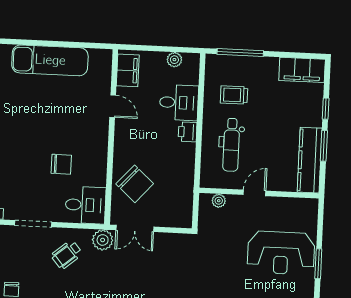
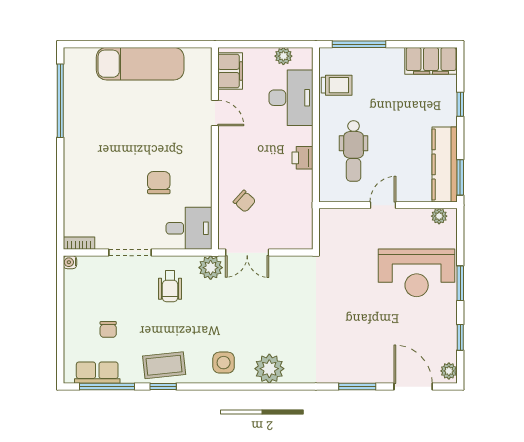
trolley: (234, 95) -> (337, 85), moved, turned 180
desk: (179, 103) -> (291, 98), width x1.37
printer: (188, 132) -> (302, 158), moved
window: (324, 146) -> (460, 177), moved
chair: (61, 164) -> (159, 183), turned -90
chair: (135, 184) -> (244, 201), width x0.54, depth x0.54
plant: (219, 201) -> (439, 216), moved
wheelchair: (67, 255) -> (170, 286), turned -50

